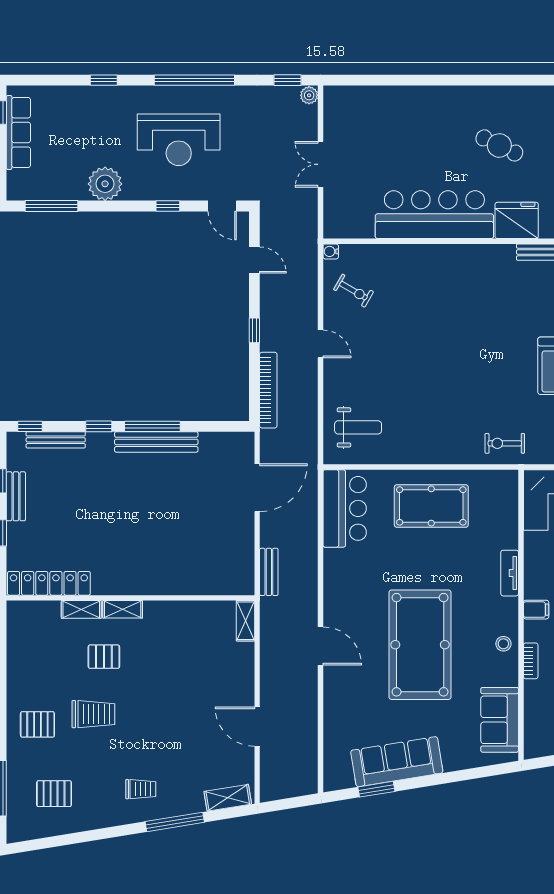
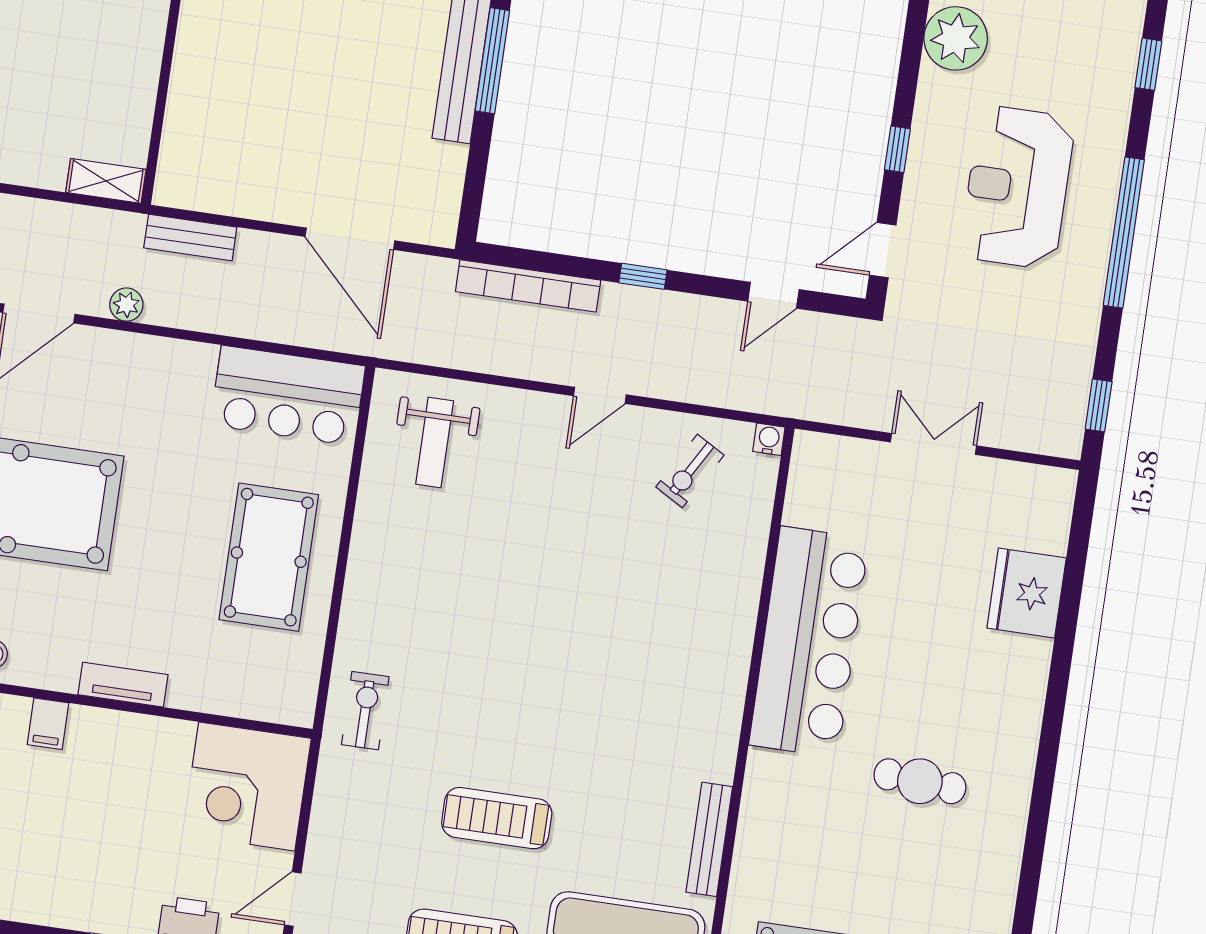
plant: (309, 95) -> (126, 305), moved
cafe table: (499, 145) -> (920, 781), turned 68
fridge: (517, 220) -> (1027, 593), moved, turned 180

